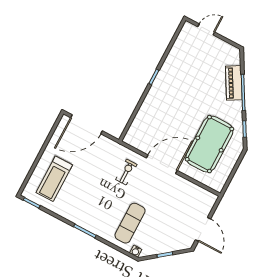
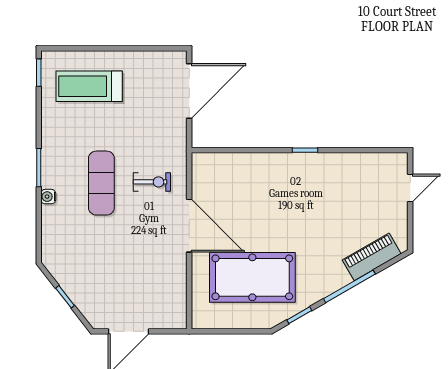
door: (206, 29) -> (410, 188), hinge flipped
piano: (234, 83) -> (372, 257), moved
door: (86, 124) -> (189, 91), swing flipped
exercise mat: (130, 223) -> (101, 183), moved, turned 90
water cooler: (136, 251) -> (48, 197), moved

